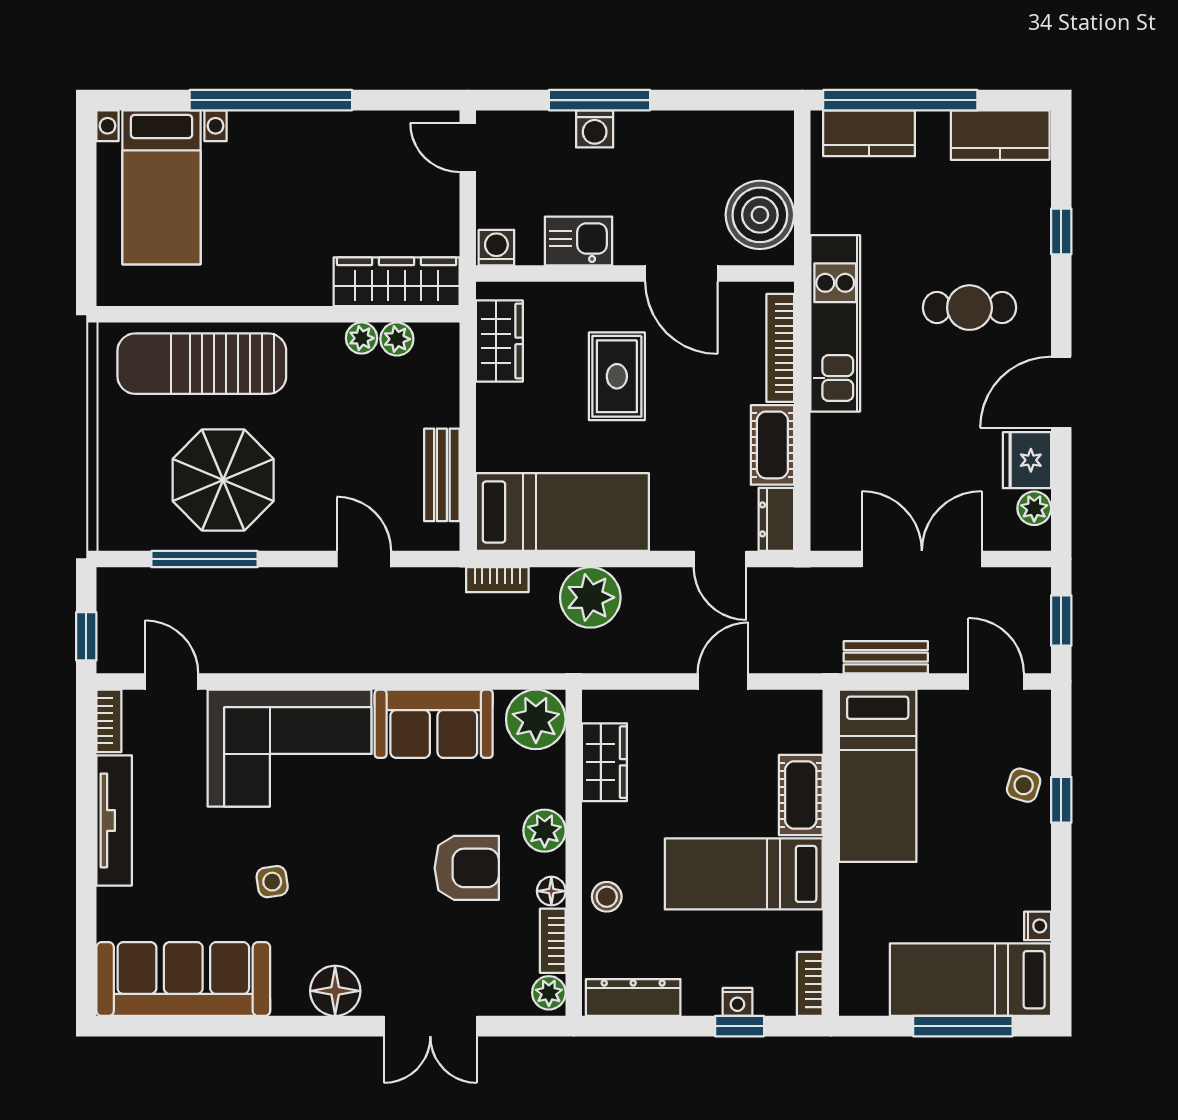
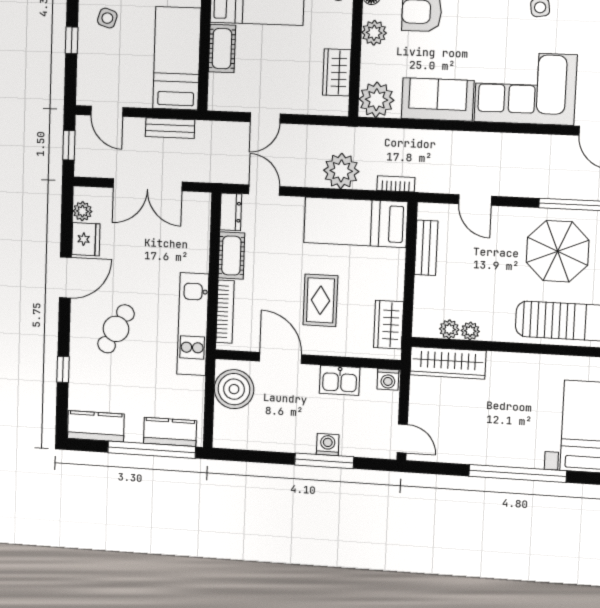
cafe table: (969, 308) -> (116, 329), turned -61
side table: (1024, 785) -> (107, 18), moved

